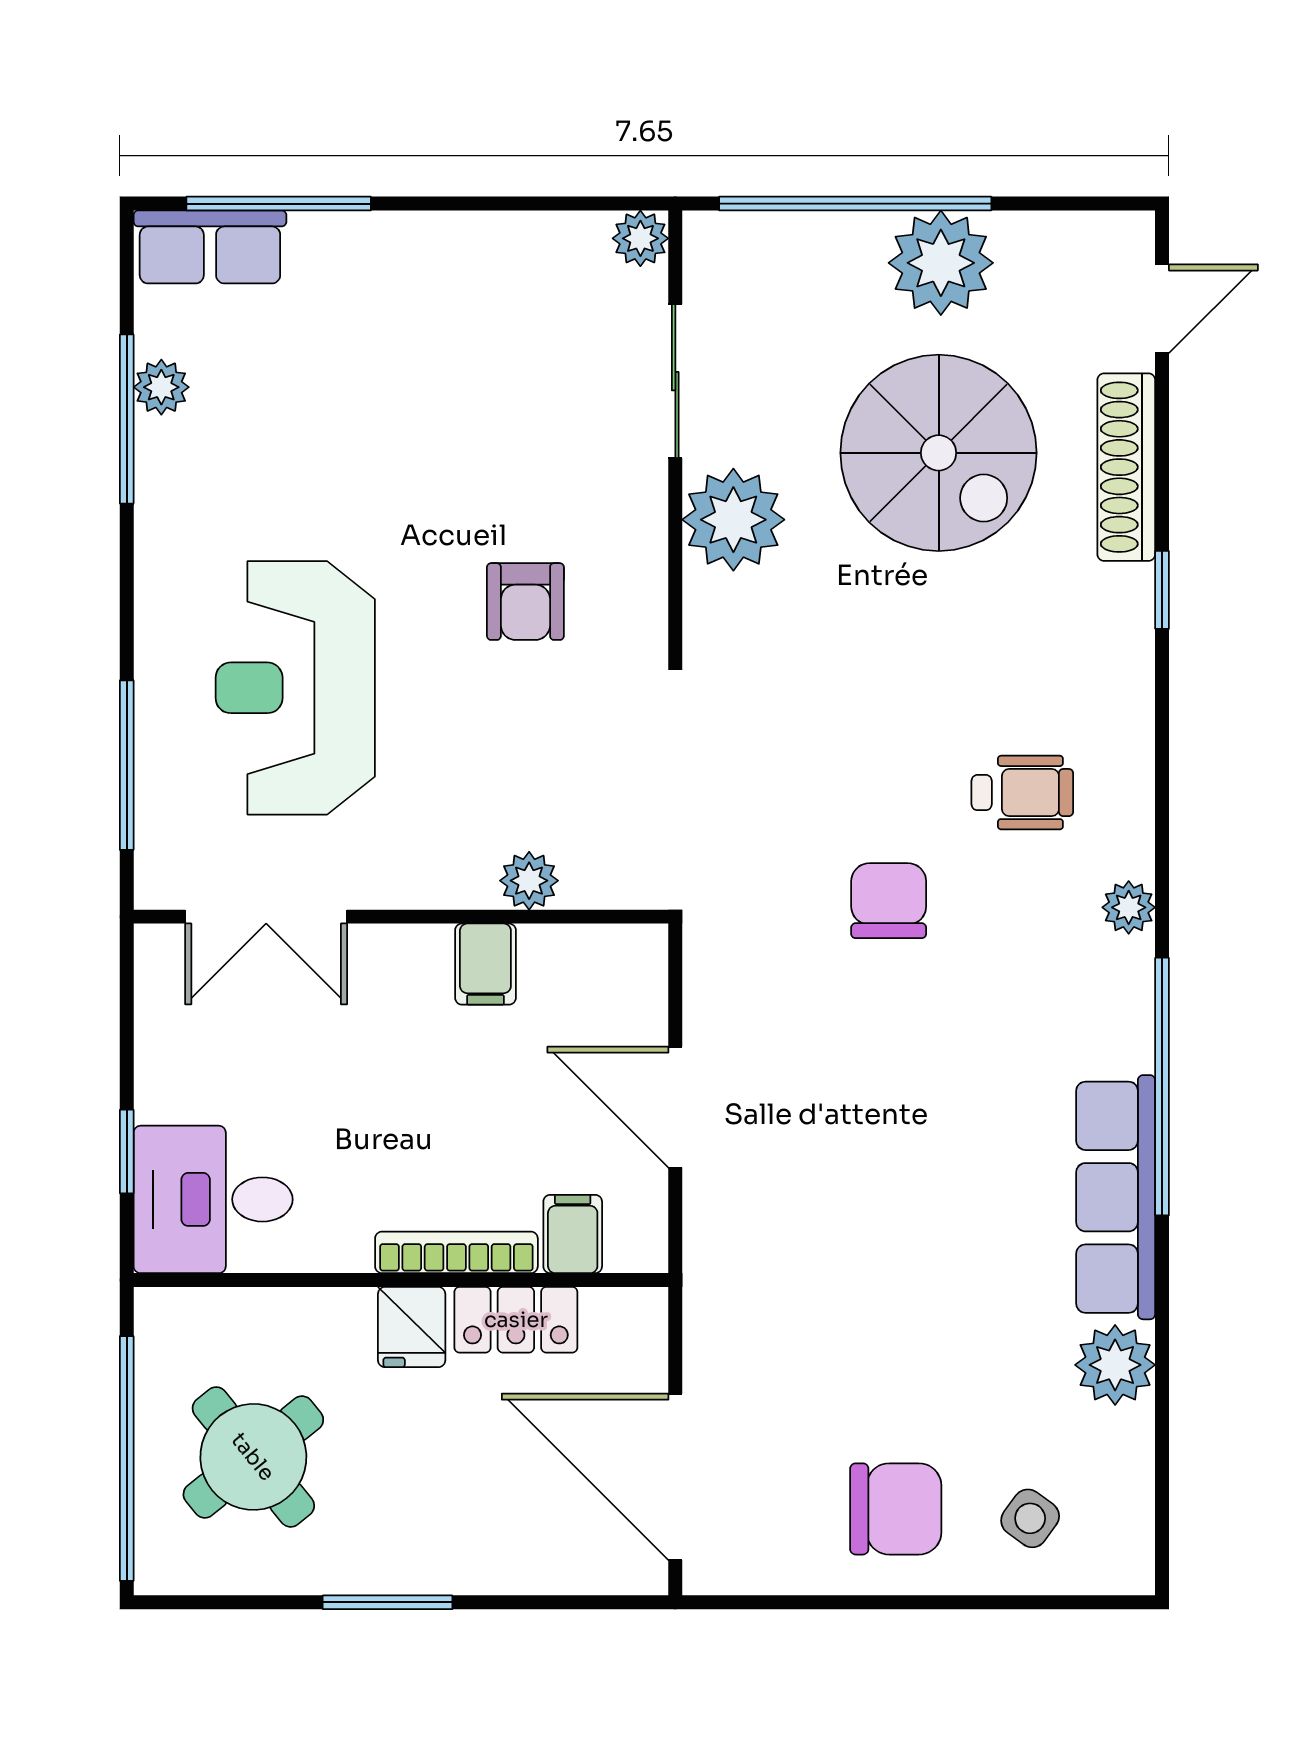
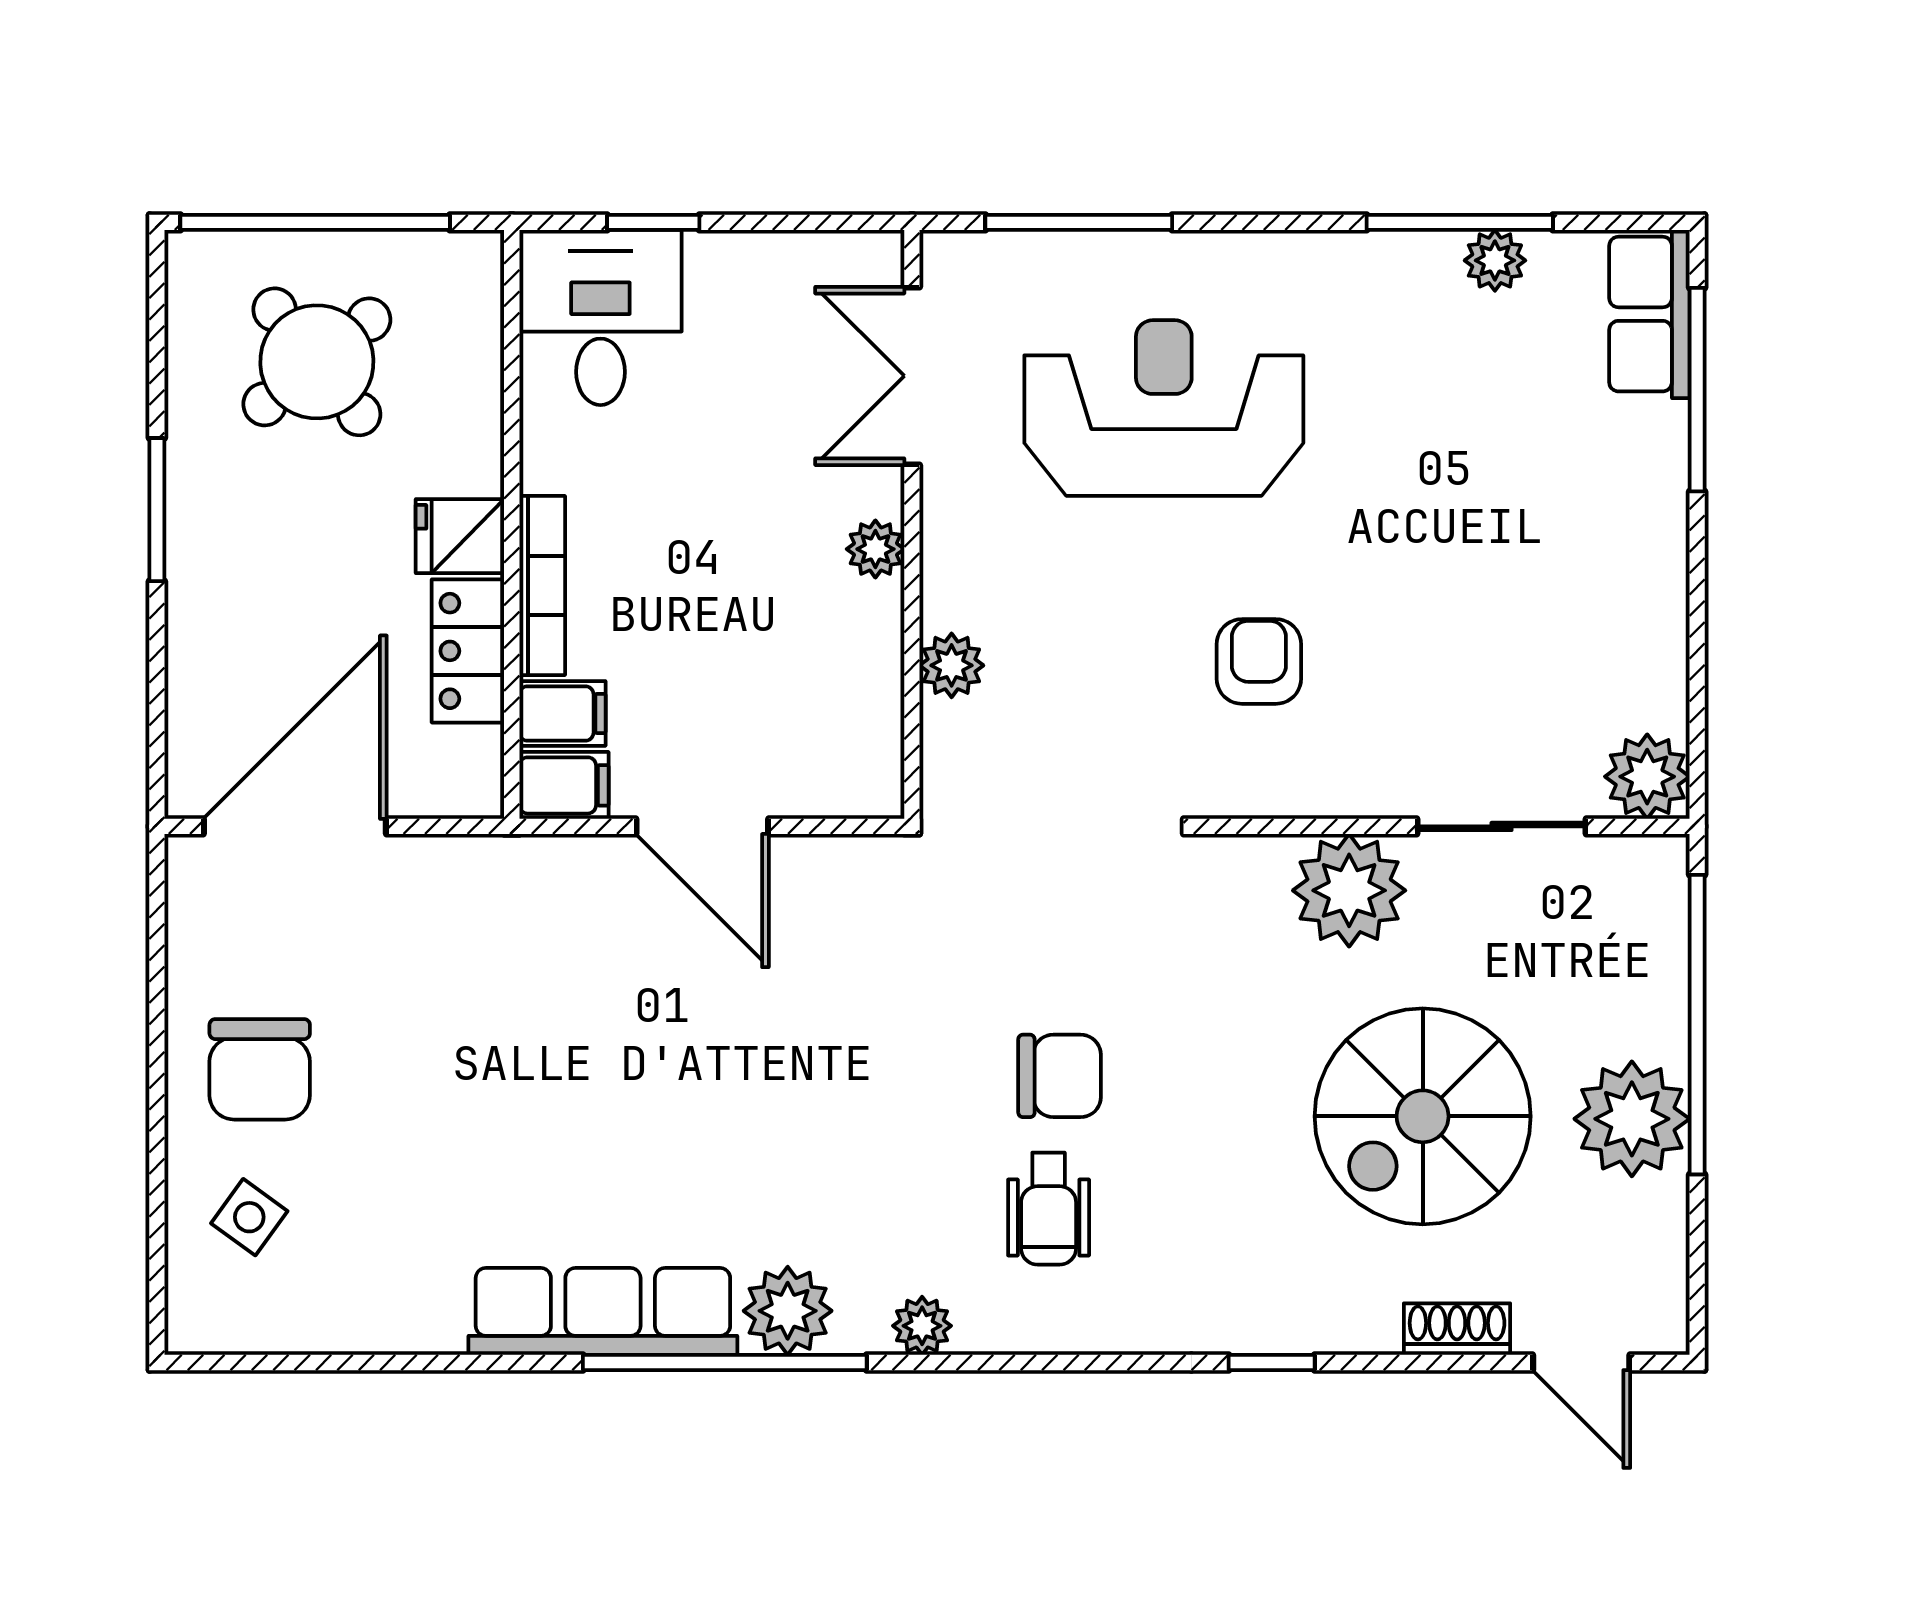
plant: (640, 238) -> (1647, 777), width x1.38, depth x1.38
shoe rack: (1126, 467) -> (1457, 1329), width x0.51, depth x0.81
armchair: (525, 602) -> (1259, 661), turned 90
chair: (889, 901) -> (1059, 1076), moved
plant: (423, 950) -> (875, 549), added
filing cabinet: (485, 964) -> (564, 785), moved, turned 180
door: (675, 1107) -> (702, 826), swing flipped
plant: (1115, 1365) -> (788, 1311), moved

